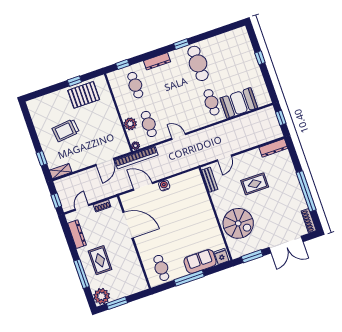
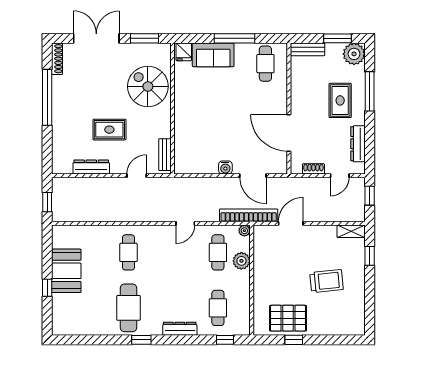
booth: (239, 103) -> (66, 271), moved, turned 90
door: (179, 136) -> (185, 223), hinge flipped
dresser: (273, 148) -> (91, 167), moved
bench: (135, 288) -> (308, 49), added

